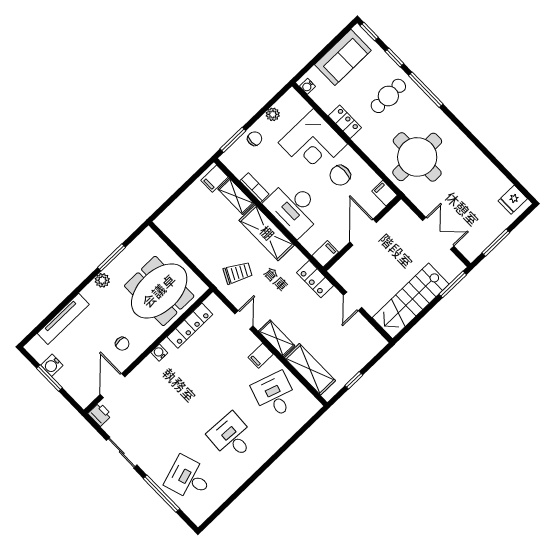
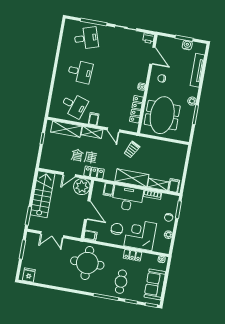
filing cabinet: (325, 254) -> (109, 190), moved
plant: (347, 271) -> (82, 187), added
door: (353, 301) -> (69, 175), swing flipped

